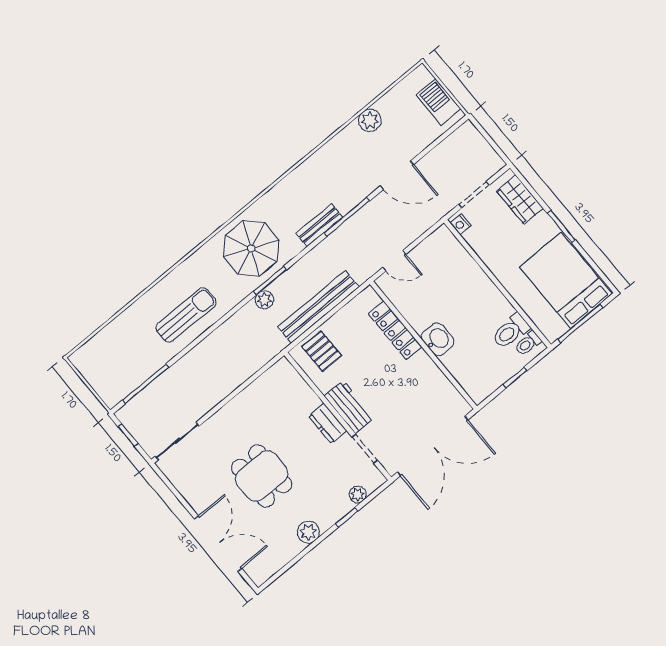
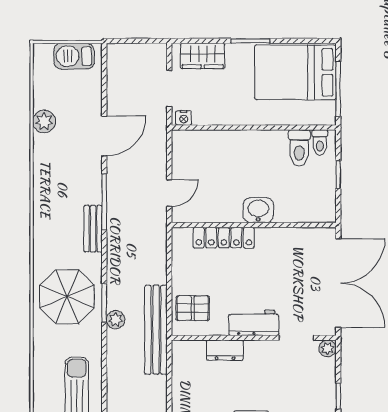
bench: (318, 307) -> (156, 330), moved
dresser: (328, 423) -> (225, 350), moved
plant: (358, 495) -> (328, 348), moved

